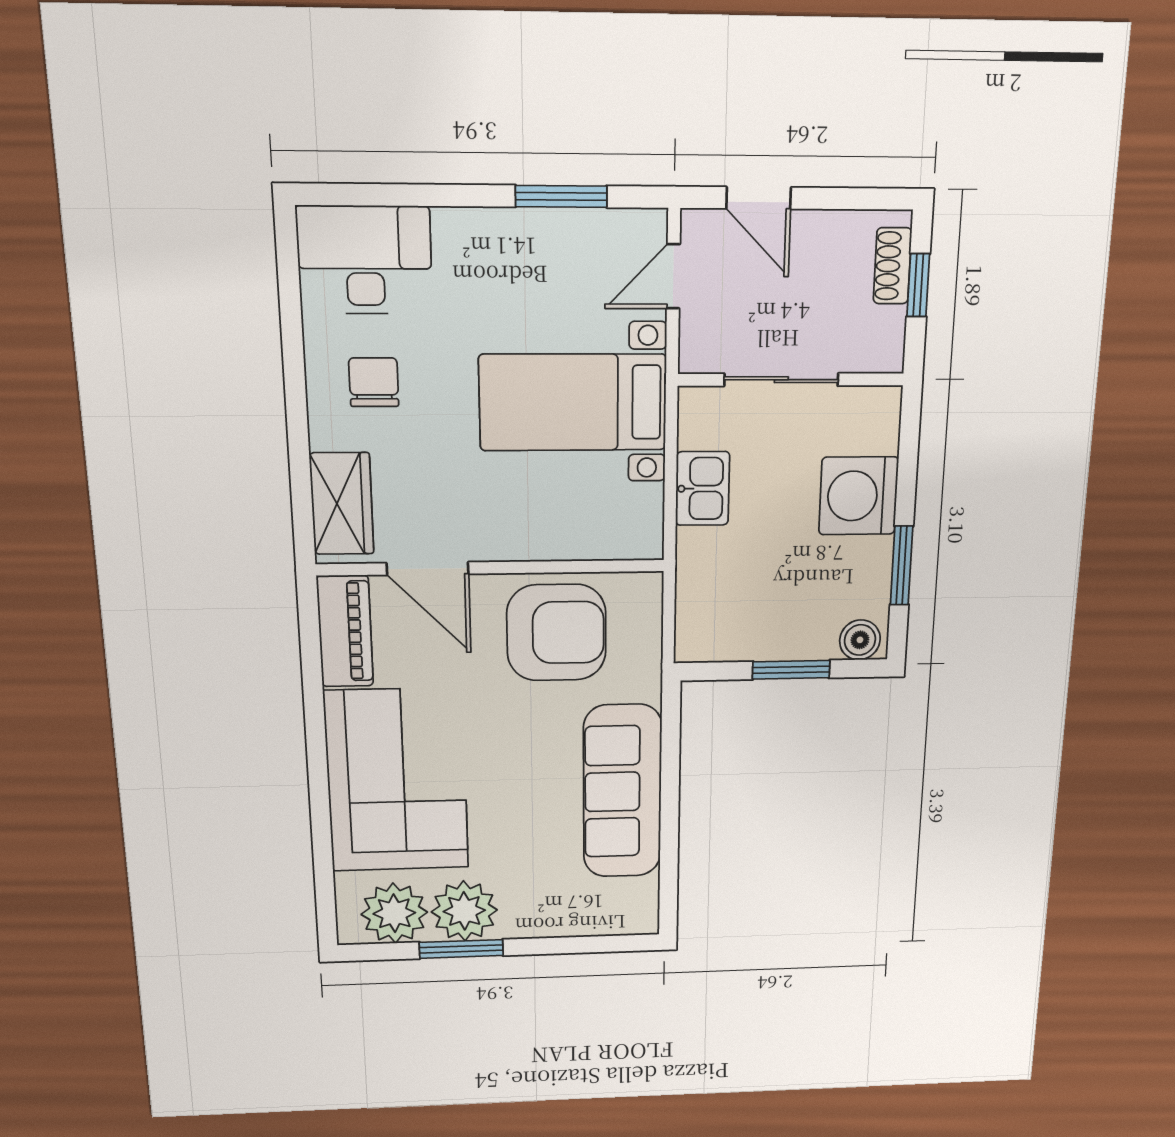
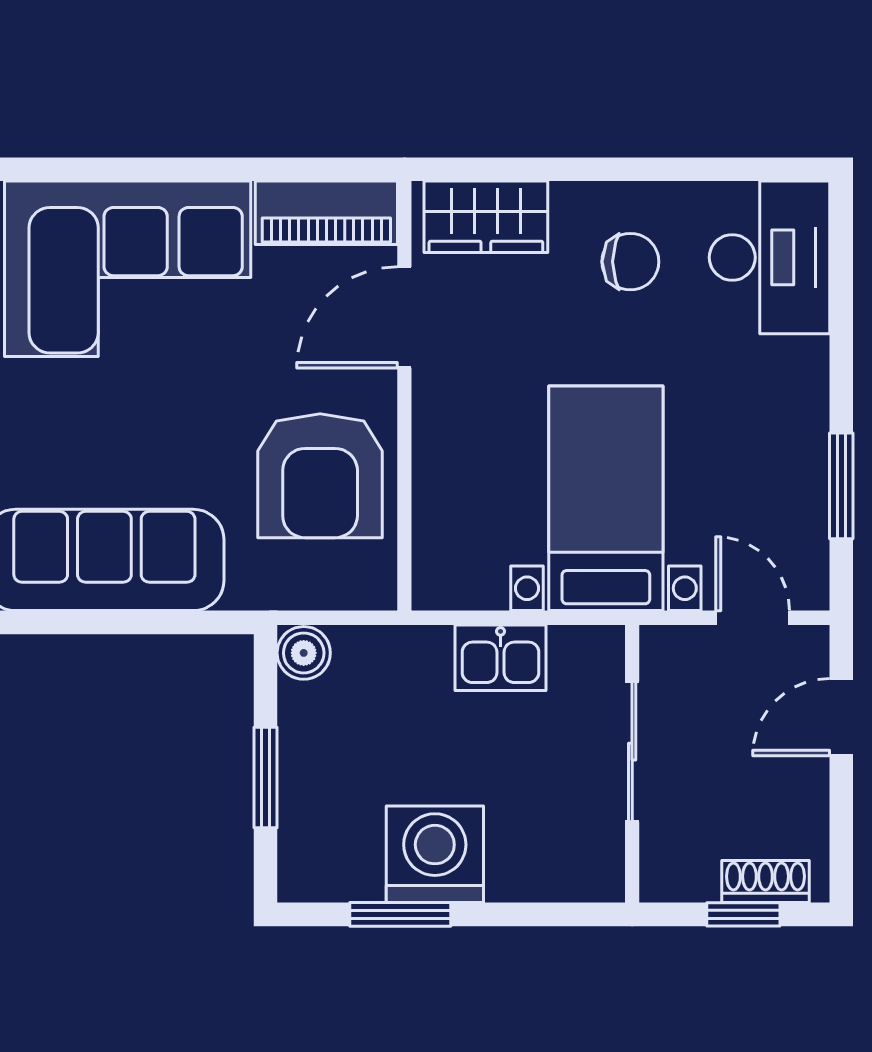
washing machine: (859, 496) -> (435, 854), moved
boiler: (860, 640) -> (304, 653), moved

